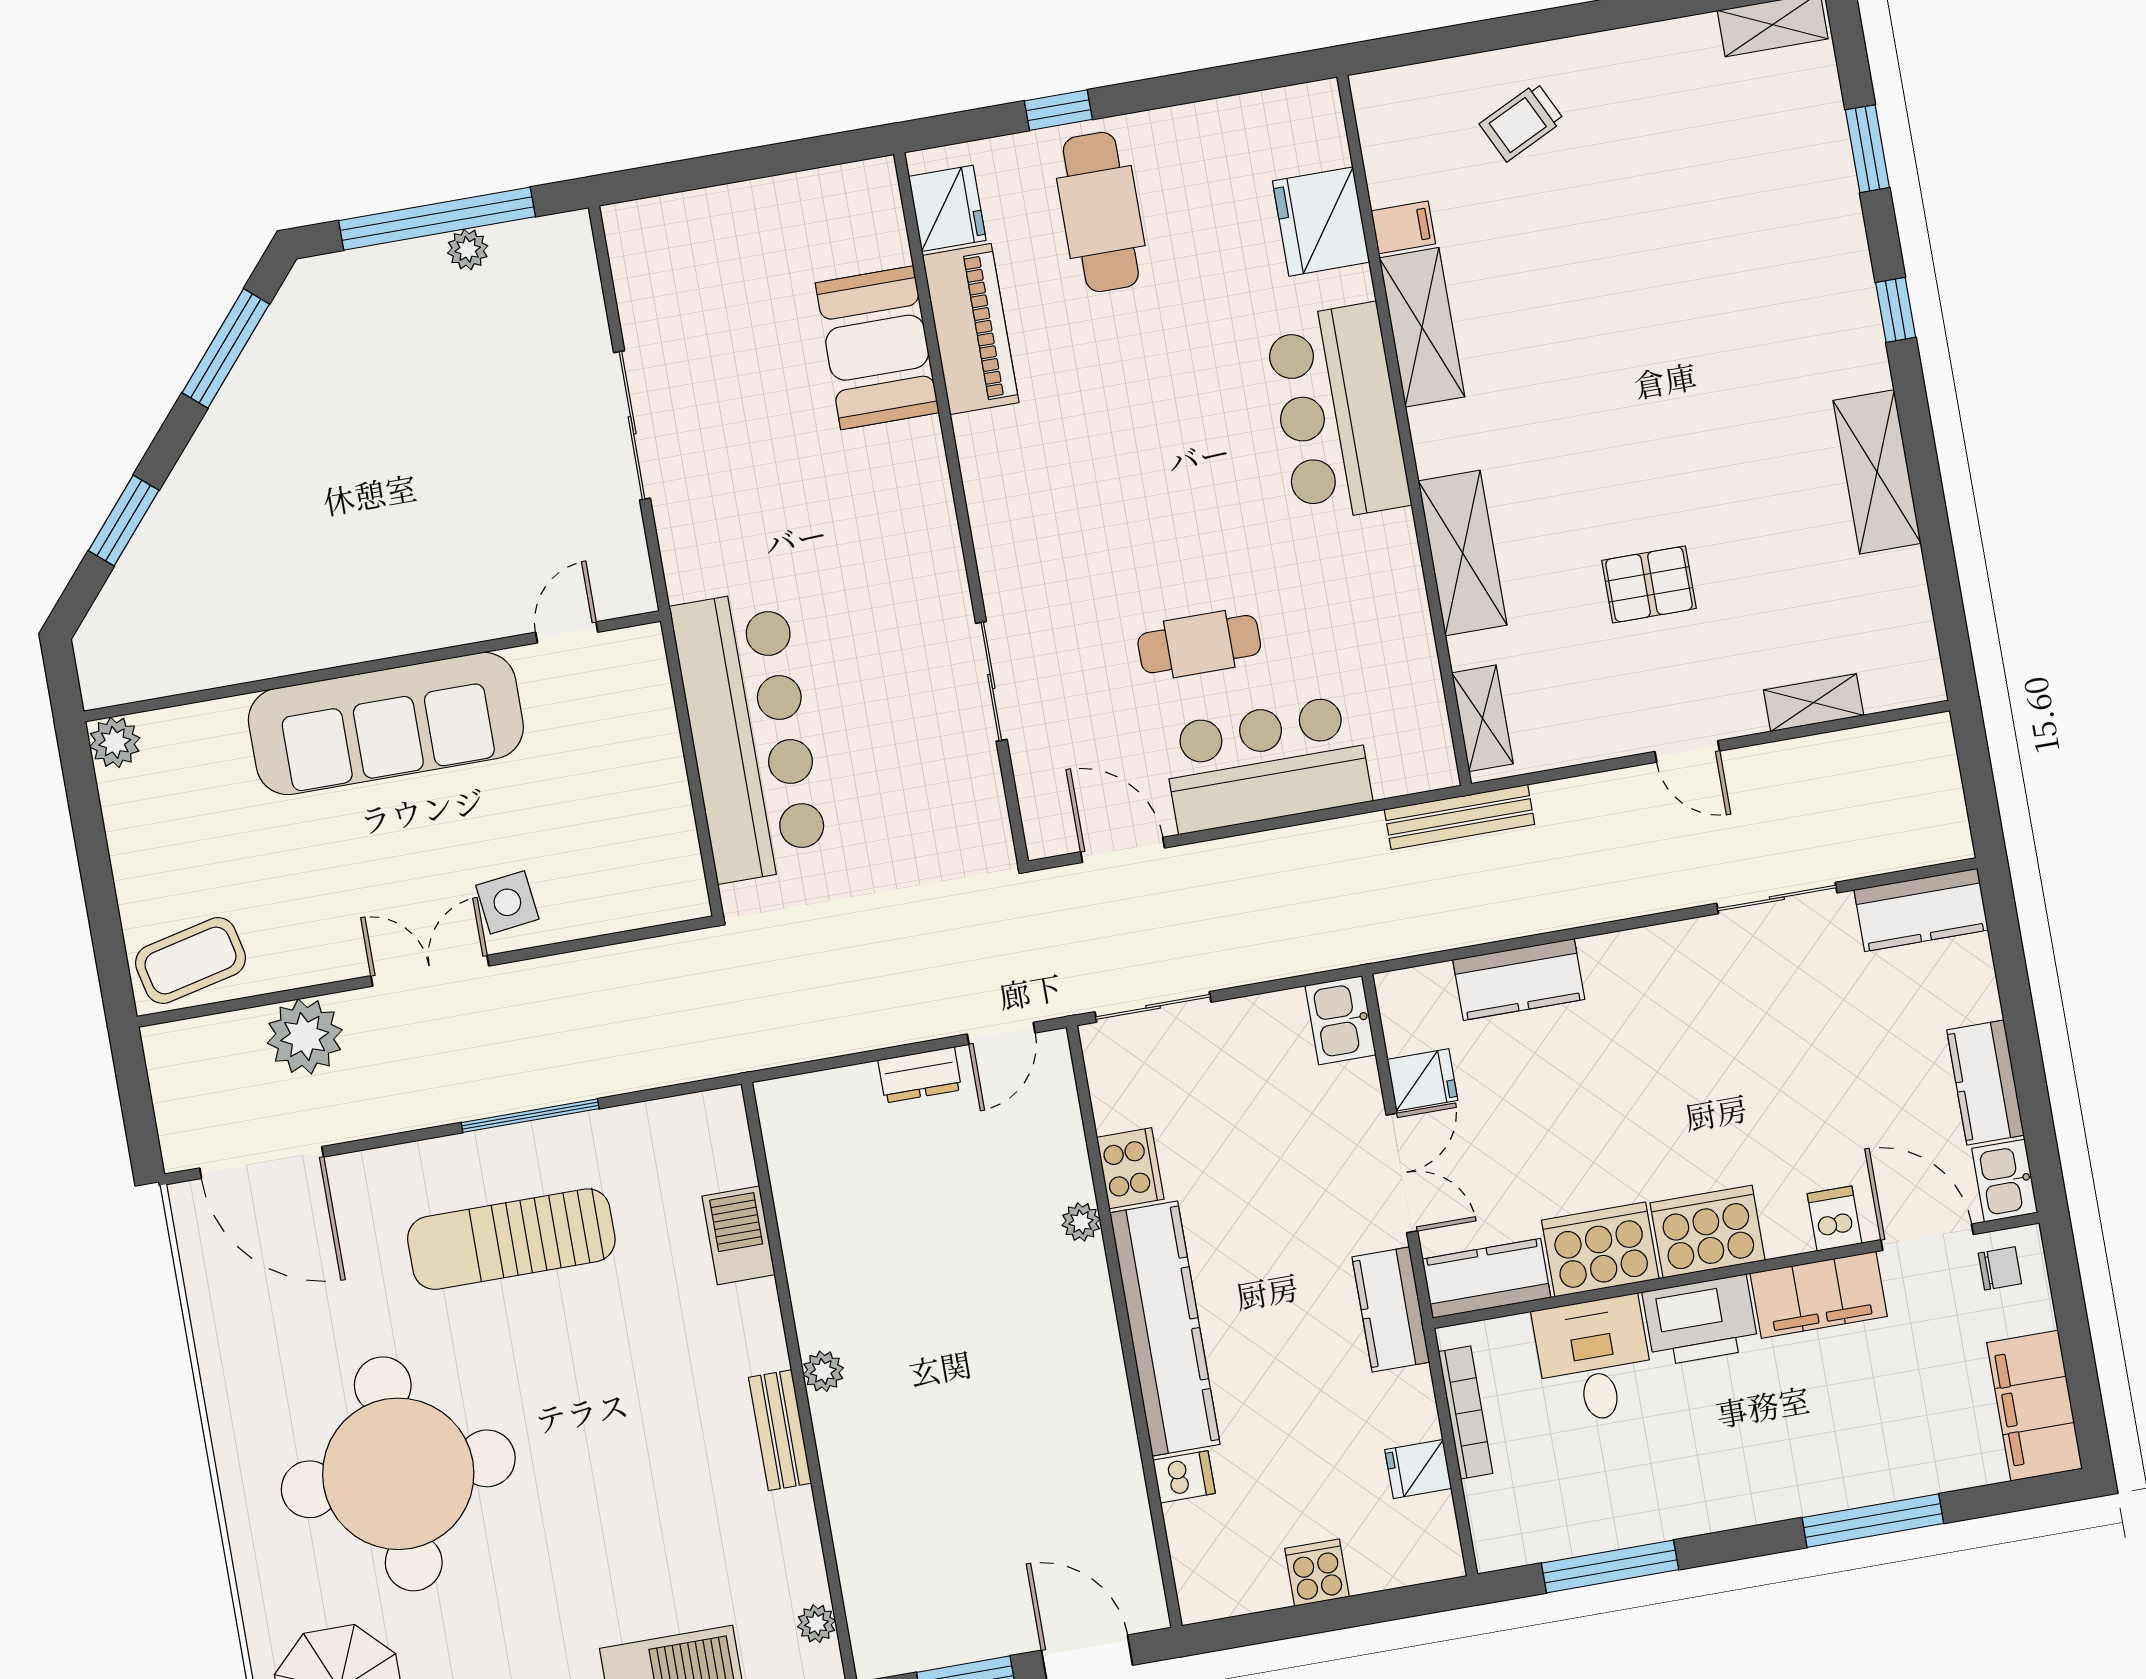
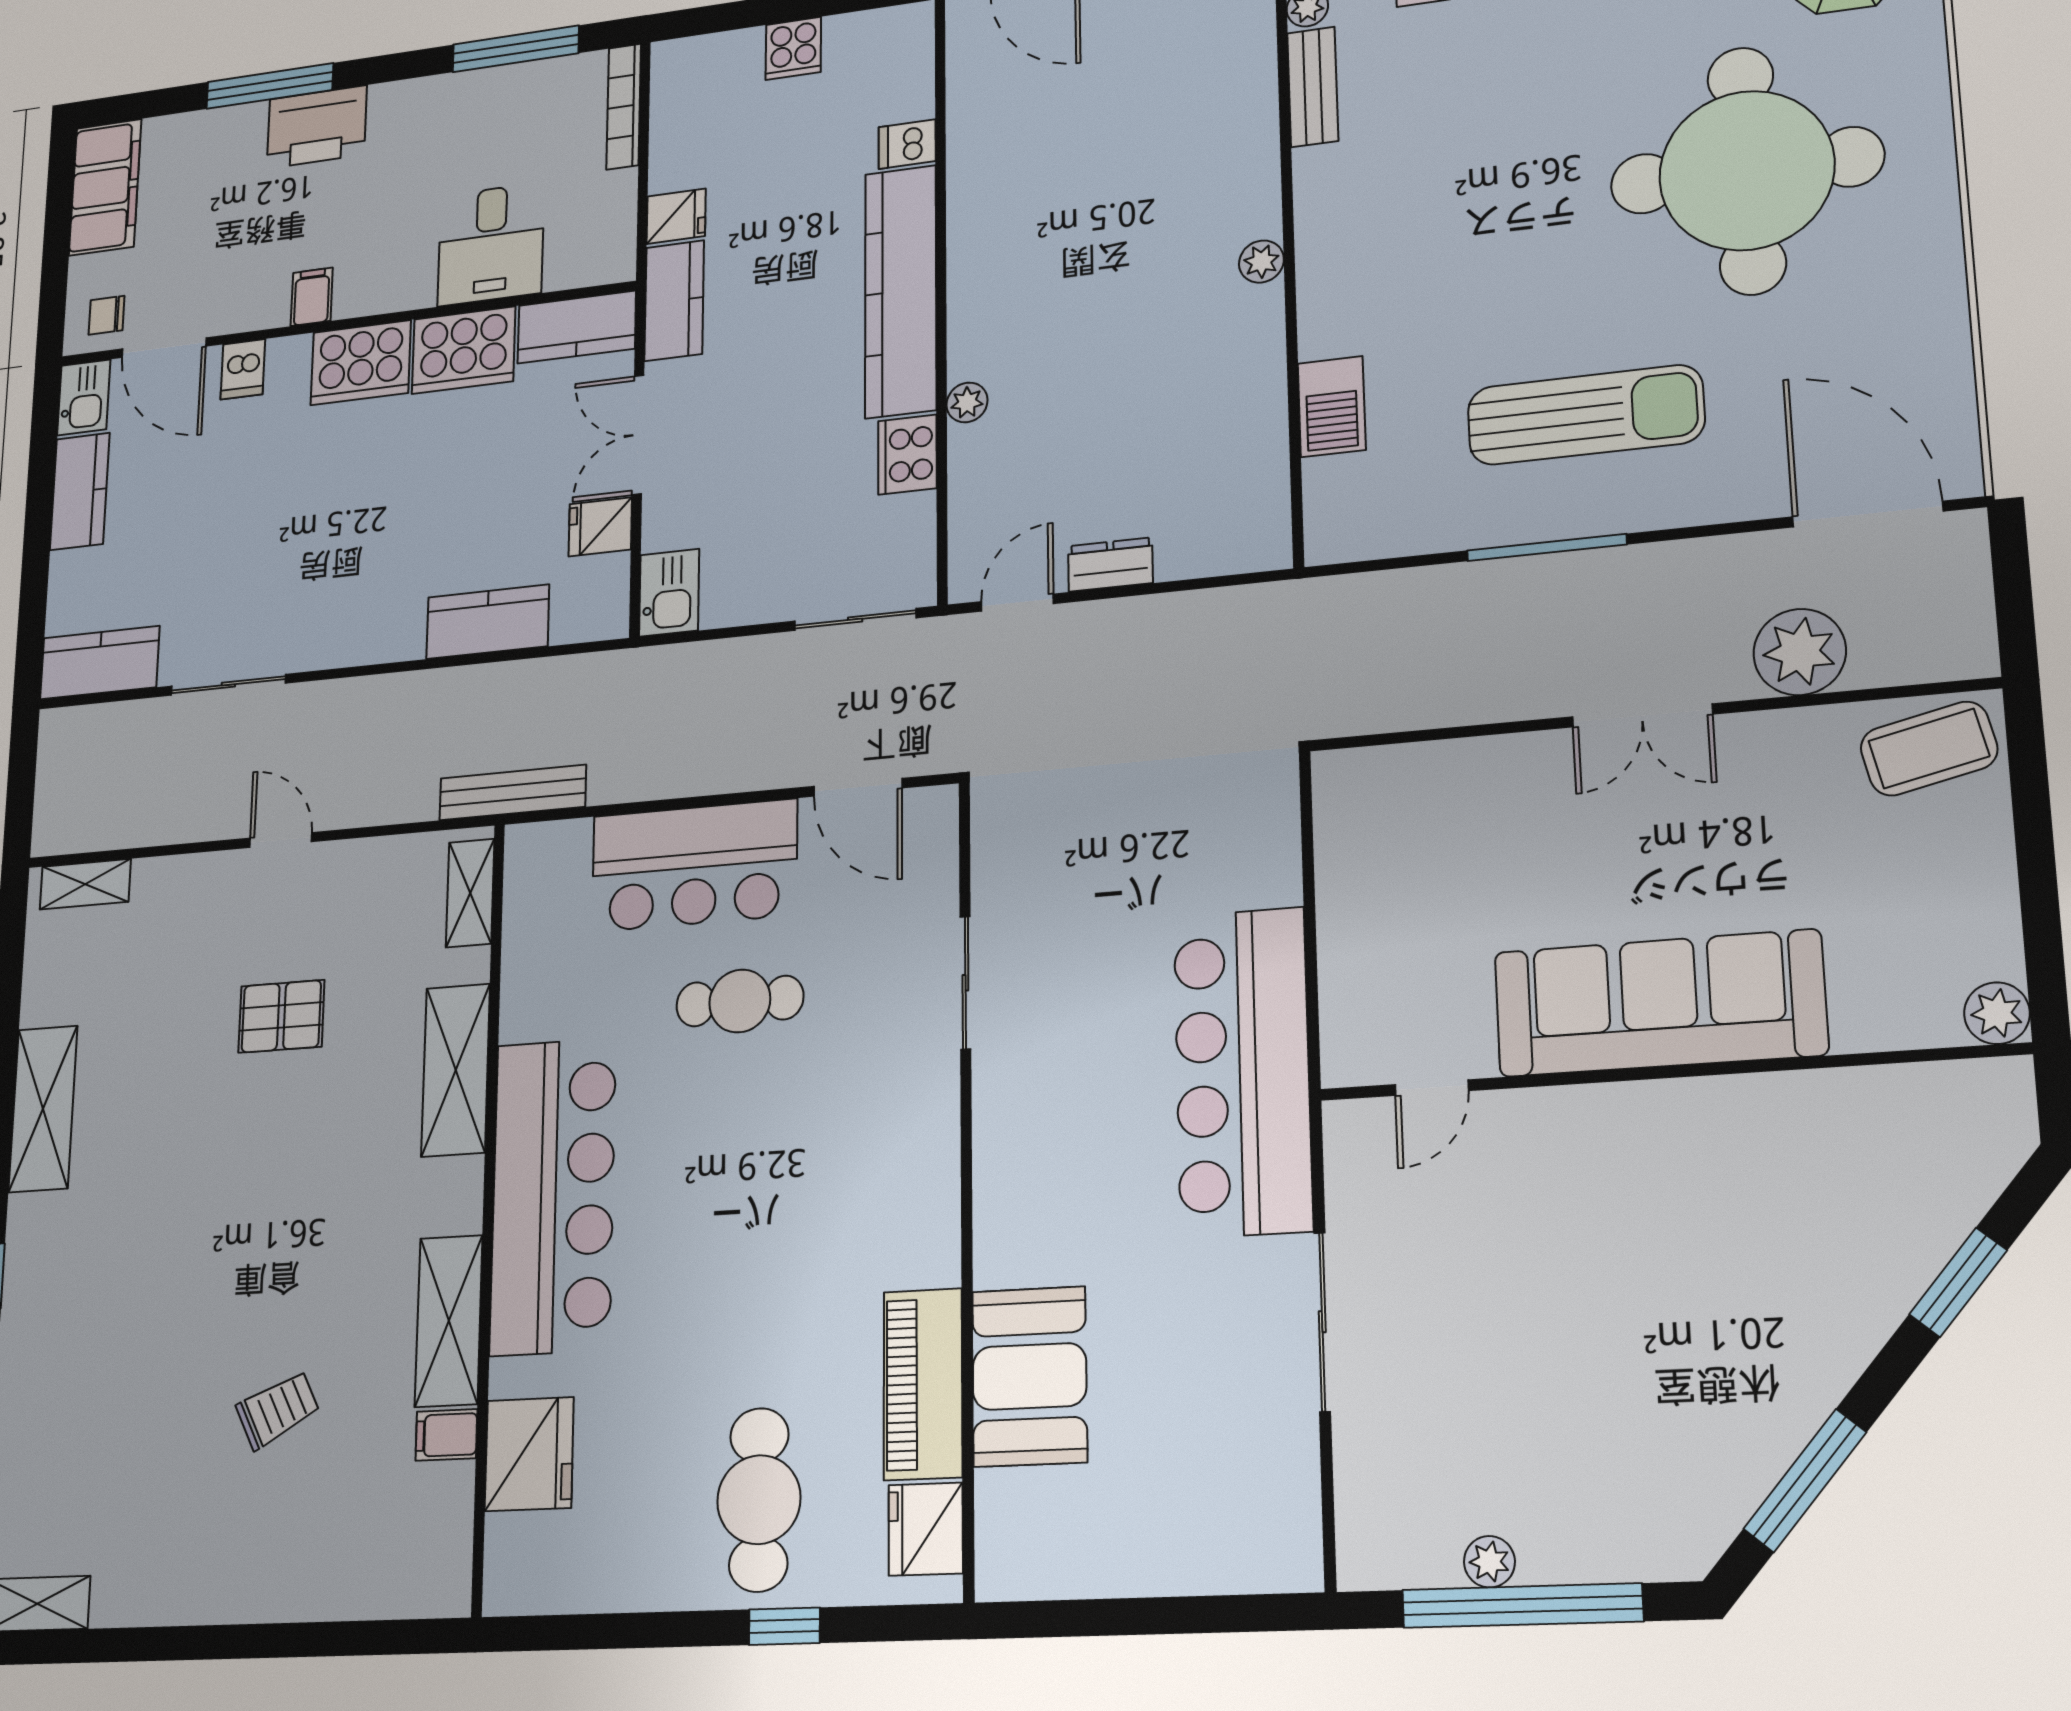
trolley: (1522, 122) -> (278, 1410), moved
bar counter: (1338, 413) -> (553, 1196), width x1.36
shelving: (1814, 703) -> (85, 884), moved
bar counter: (750, 736) -> (1243, 1072), moved
side table: (507, 902) -> (1542, 786), removed
filing cabinet: (1819, 1295) -> (312, 297), width x0.33, depth x0.86
printer: (1700, 1320) -> (317, 127), moved, turned 180
bookcase: (1466, 1412) -> (624, 107), moved
bench: (780, 1430) -> (1313, 87), moved
fridge: (1418, 1469) -> (676, 216), moved

